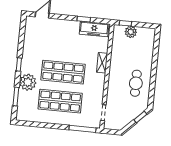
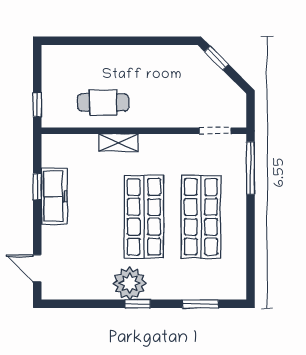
freezer: (94, 29) -> (54, 196), moved
plant: (131, 32) -> (53, 93), removed
plant: (28, 82) -> (130, 283), moved
cafe table: (136, 83) -> (103, 103), moved

